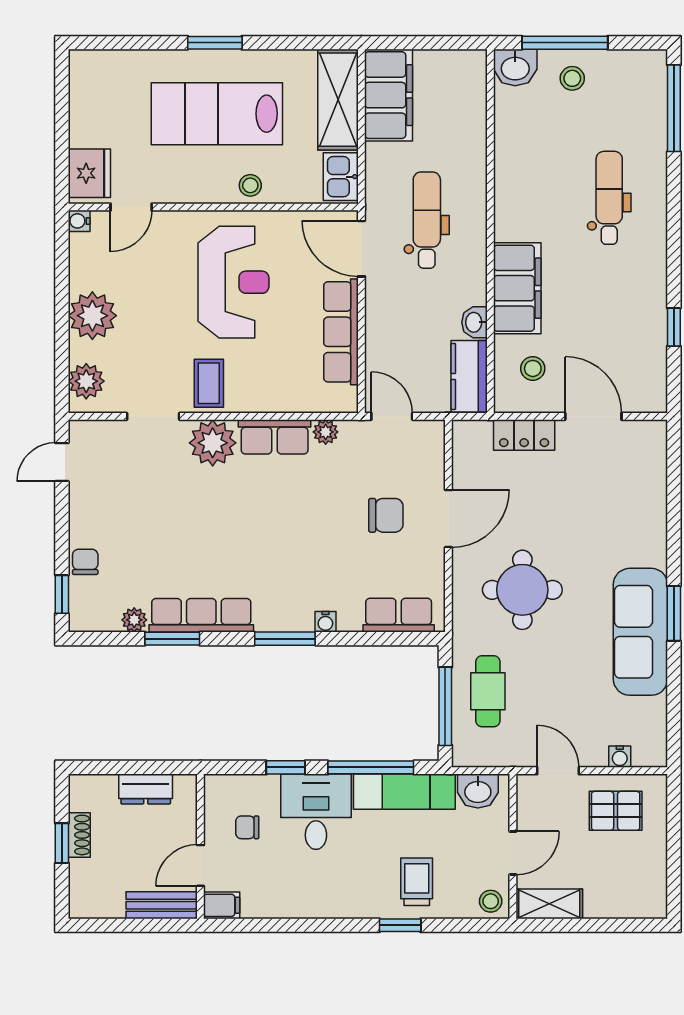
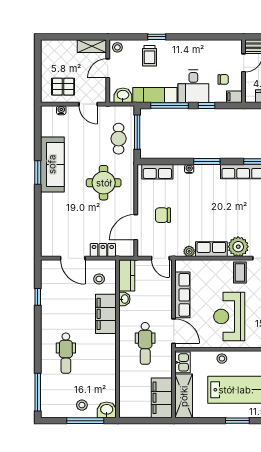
door: (448, 519) -> (136, 227), moved
filing cabinet: (222, 905) -> (234, 97), moved

